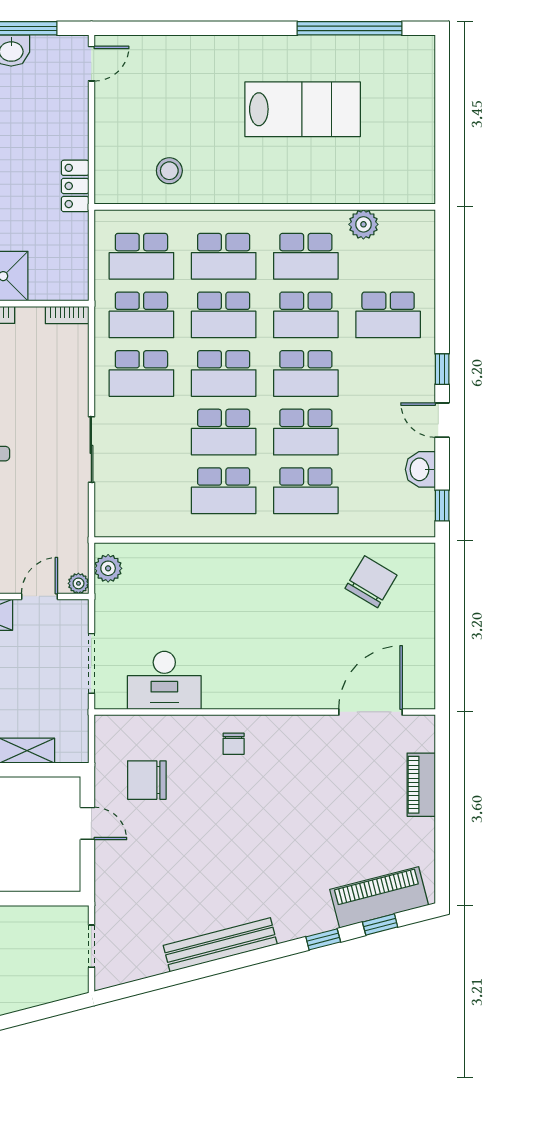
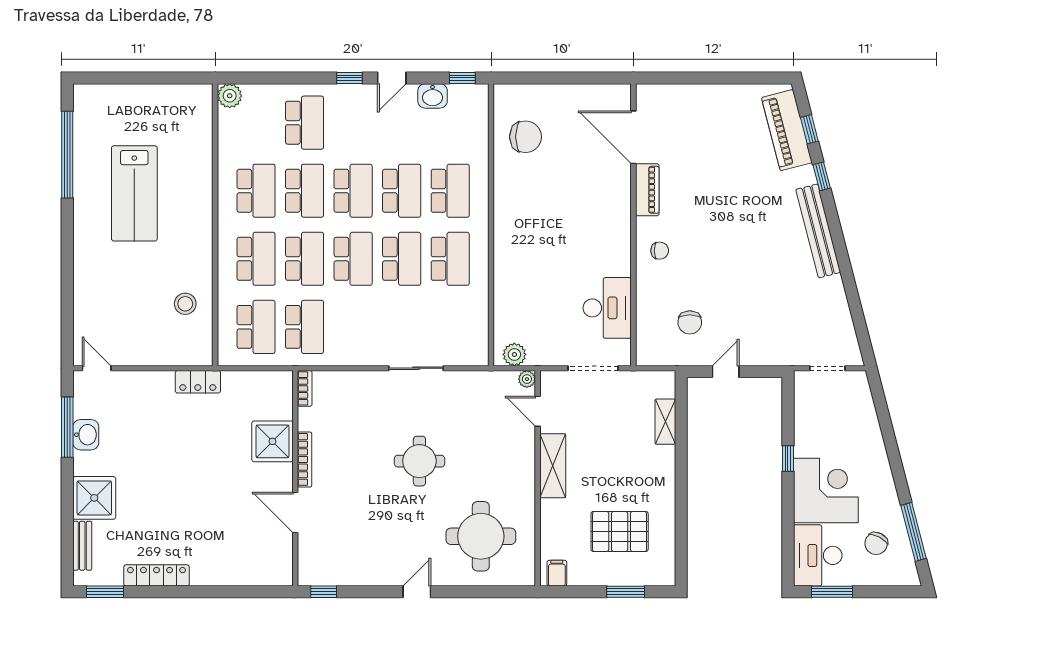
lab bench: (303, 109) -> (134, 193), turned 180
plant: (363, 224) -> (230, 96), moved
school desk: (141, 373) -> (353, 327), removed
chair: (371, 582) -> (526, 137), turned 149
chair: (147, 780) -> (690, 322), width x0.73, depth x0.73
piano: (421, 785) -> (647, 190), moved, turned -90
bench: (220, 945) -> (818, 231), moved

